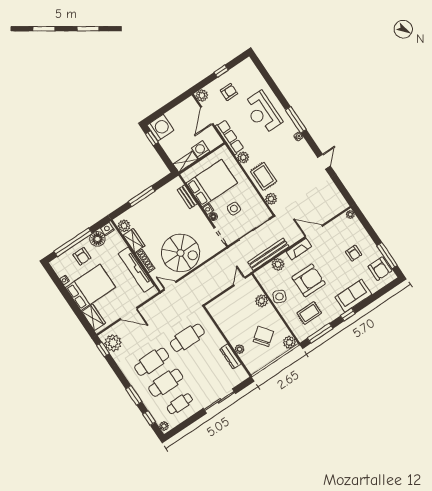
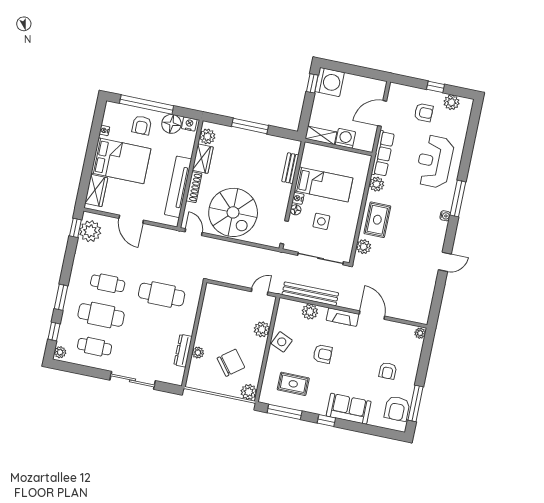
plant: (202, 95) -> (452, 102), moved
bed: (212, 183) -> (324, 184), width x0.67
armchair: (309, 280) -> (323, 354), width x0.53, depth x0.53
cafe table: (152, 362) -> (108, 283), width x0.73, depth x0.74

